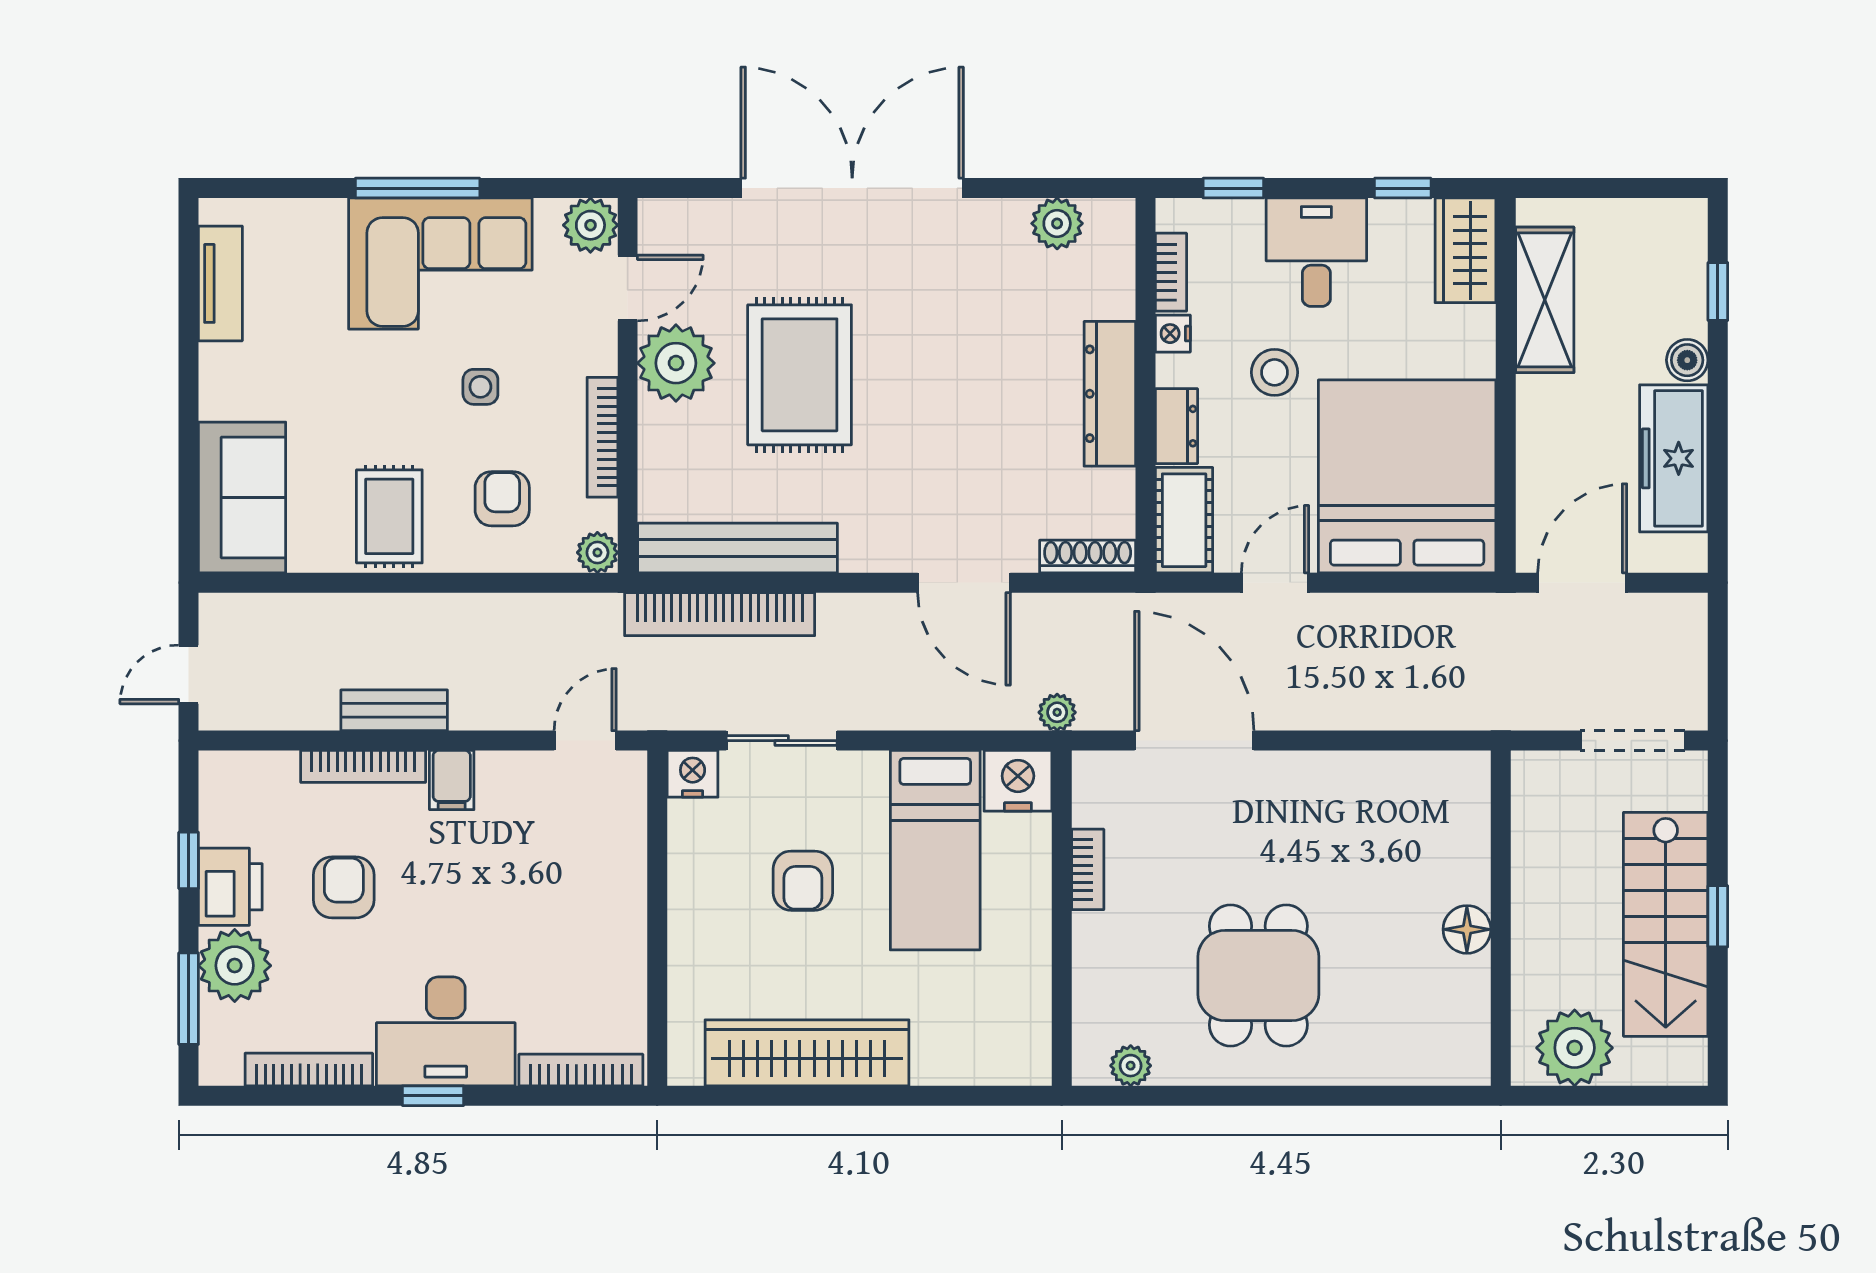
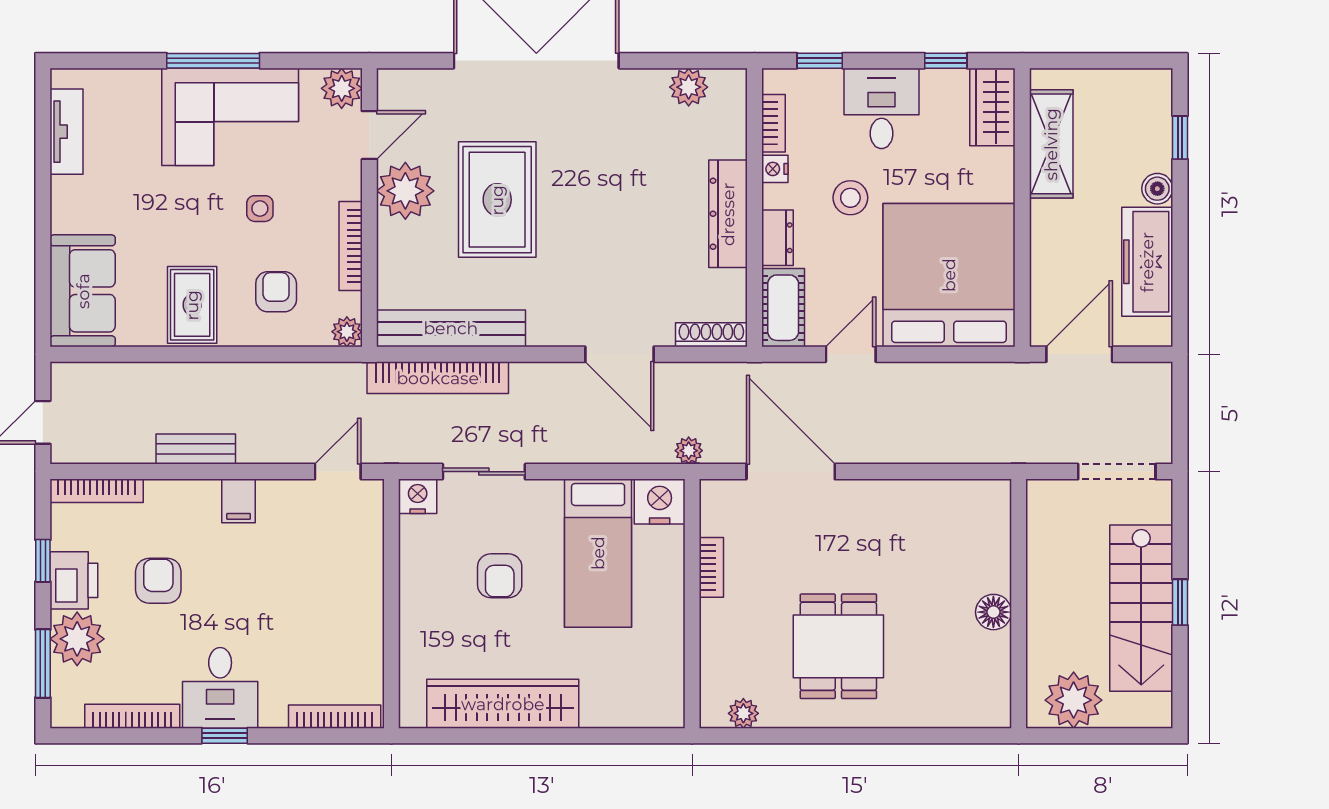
bookcase: (363, 766) -> (97, 491), moved
desk: (446, 1031) -> (220, 688), width x0.73

